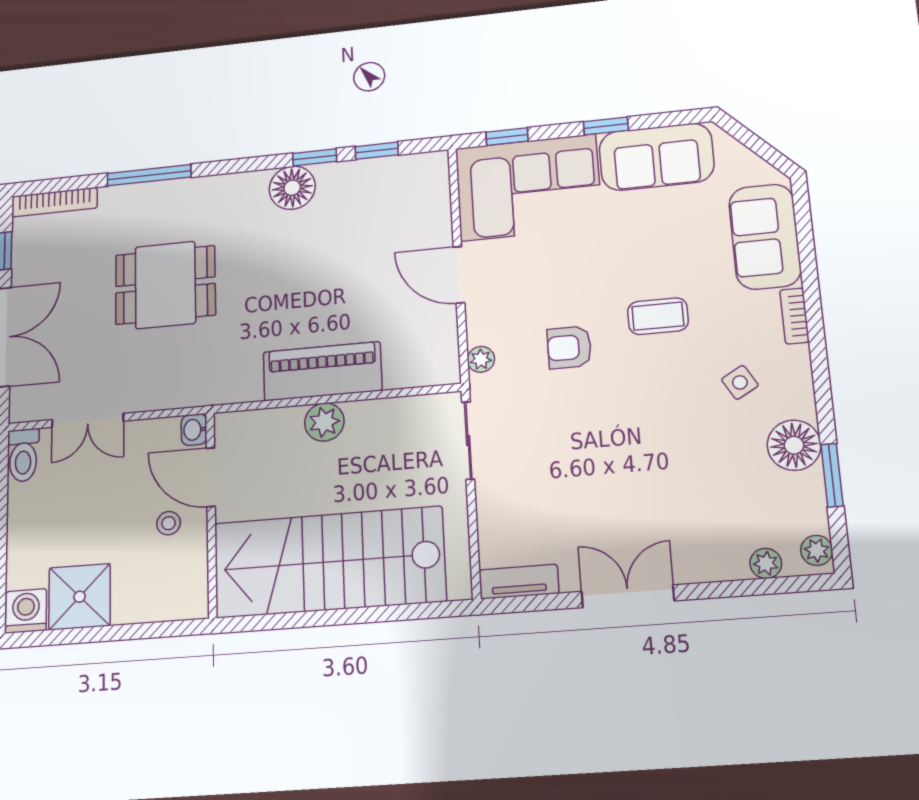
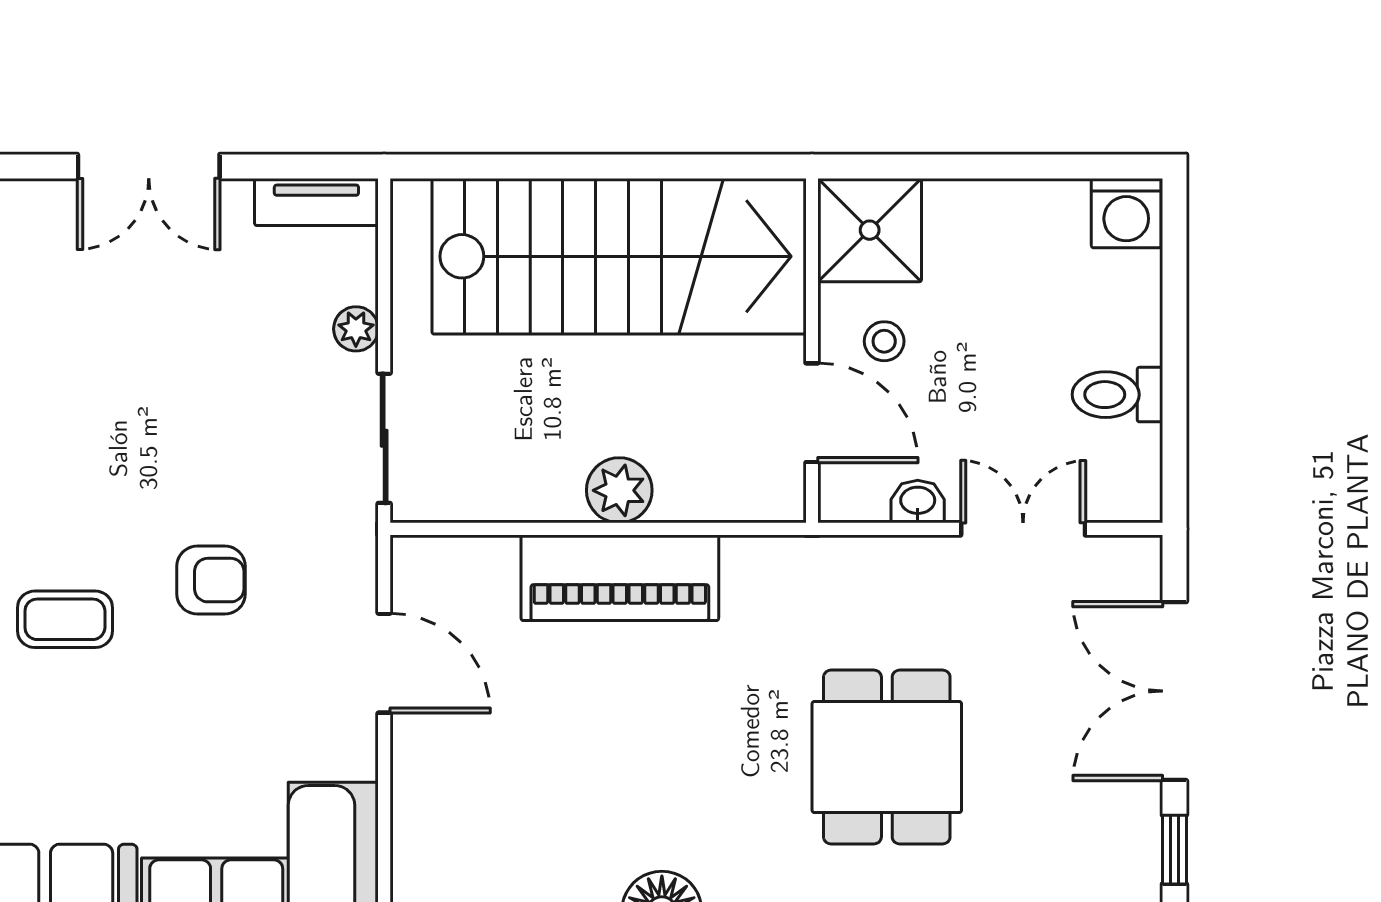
door: (459, 275) -> (384, 663), moved
dining table: (165, 285) -> (887, 757), turned 90
plant: (481, 359) -> (356, 329), moved
washbasin: (194, 430) -> (918, 502), moved, turned -90
toilet: (23, 455) -> (1117, 395), moved, turned -90
shower: (80, 597) -> (870, 230), moved

